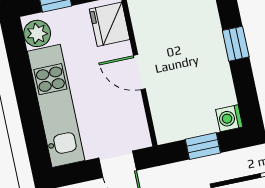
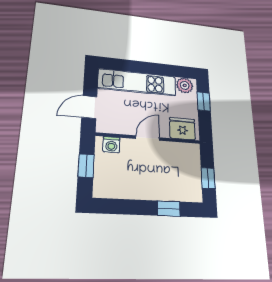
window: (236, 44) -> (169, 209), moved
washing machine: (229, 118) -> (111, 145), moved, turned 180

